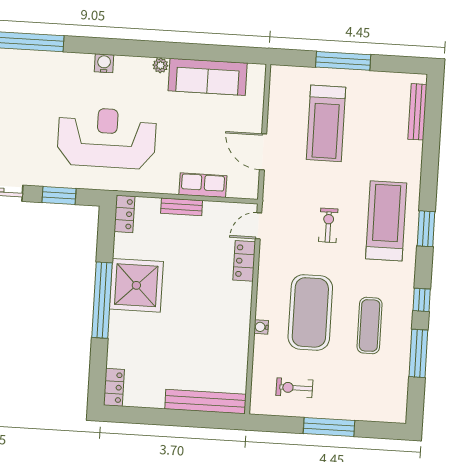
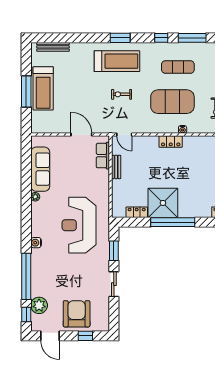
water cooler: (104, 63) -> (36, 243), moved
treadmill: (326, 123) -> (43, 88), moved, turned 90
door: (263, 152) -> (81, 135), swing flipped
row of seats: (203, 185) -> (103, 156), moved
bench: (182, 207) -> (116, 167), moved
locker: (124, 214) -> (137, 212), moved
treadmill: (386, 221) -> (117, 61), turned 180
locker: (244, 261) -> (171, 142), moved

